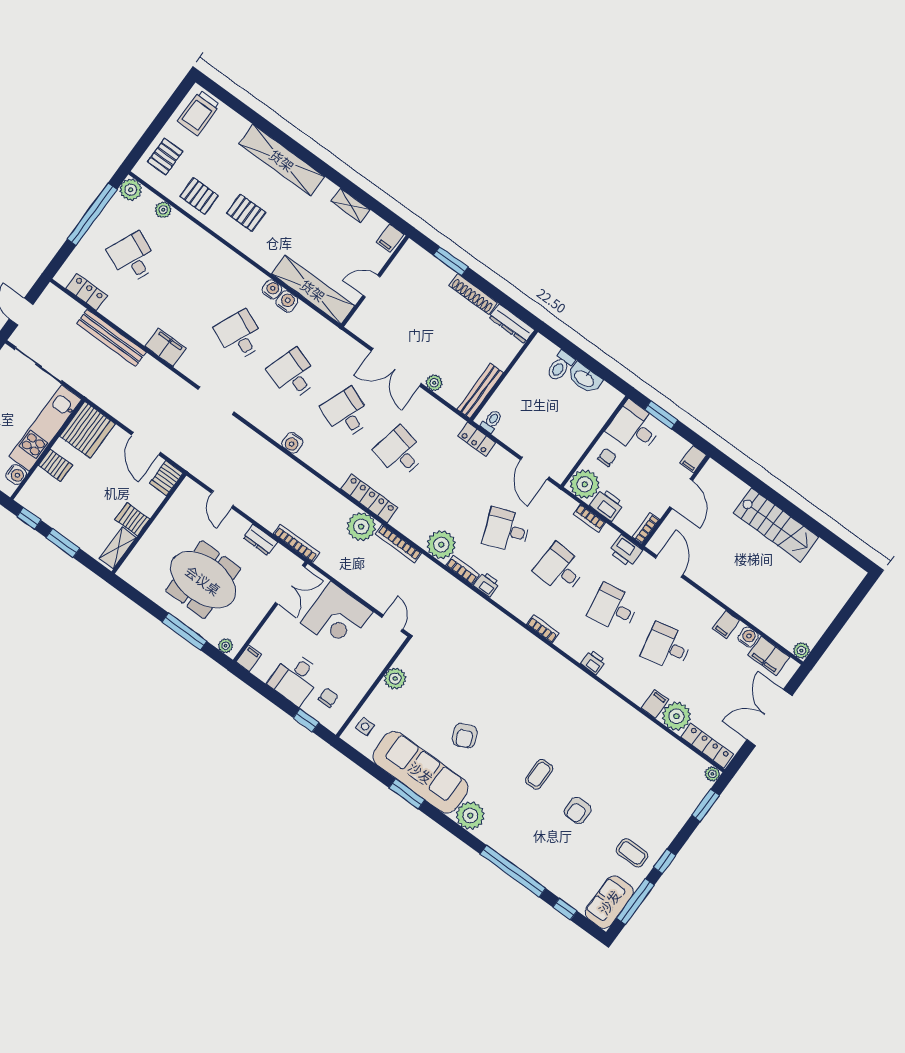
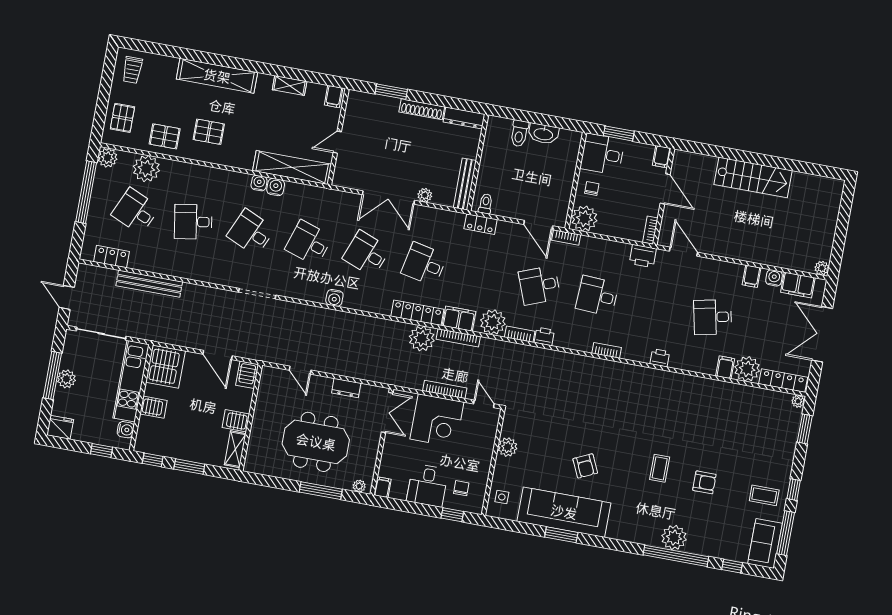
trolley: (199, 113) -> (132, 70), width x0.73, depth x0.72
plant: (163, 210) -> (146, 169), width x1.87, depth x1.87
filing cabinet: (166, 347) -> (459, 319), moved
printer: (607, 505) -> (610, 226), removed
bookcase: (589, 518) -> (566, 237), moved
bookcase: (296, 543) -> (445, 389), moved
desk: (613, 608) -> (193, 222), moved
armchair: (578, 810) -> (704, 482), turned -90
plant: (470, 815) -> (674, 538), moved

